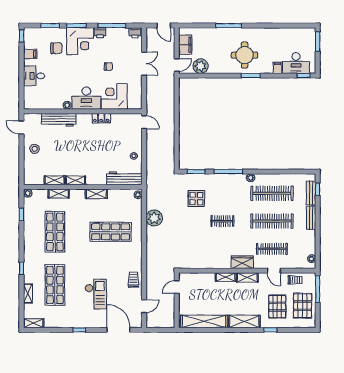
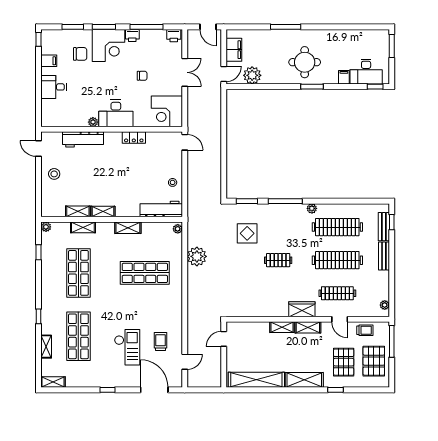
corner desk: (114, 96) -> (167, 111), moved, turned -90
trolley: (133, 280) -> (160, 341), moved

